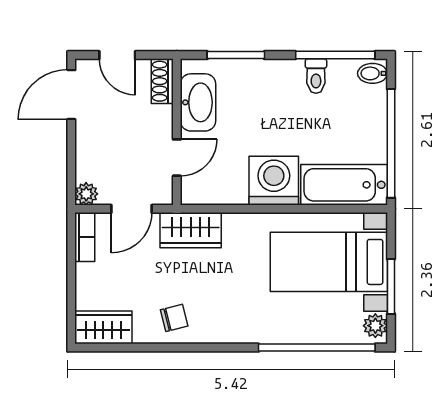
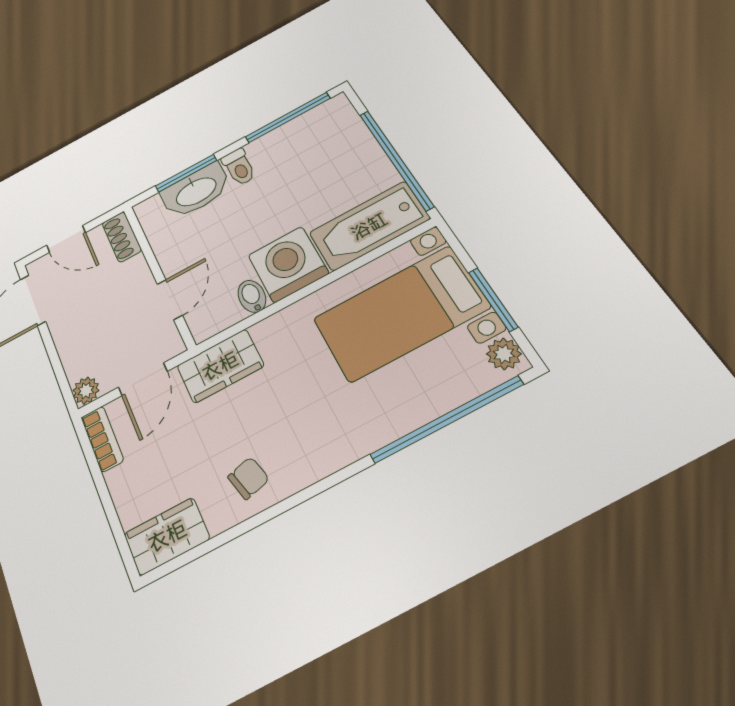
bidet: (372, 73) -> (252, 296), moved, turned 90
toilet: (316, 76) -> (239, 167), moved
washbasin: (198, 102) -> (196, 191), moved, turned 90

